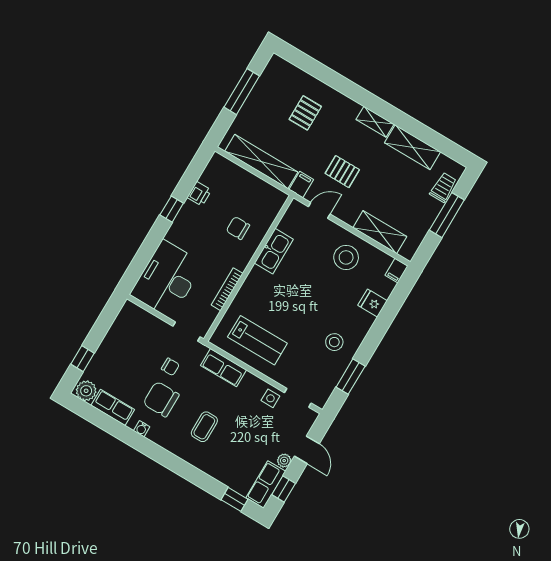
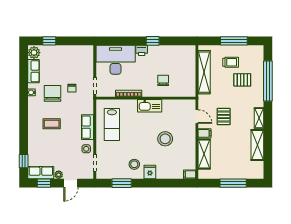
window: (329, 77) -> (268, 81), added
filing cabinet: (301, 185) -> (205, 133), moved
trolley: (443, 187) -> (231, 62), moved
printer: (199, 194) -> (142, 50), moved
kitchen sink: (274, 251) -> (150, 106), moved
stool: (346, 257) -> (165, 139), moved
fridge: (373, 303) -> (150, 172), moved
row of seats: (223, 368) -> (88, 127), moved

